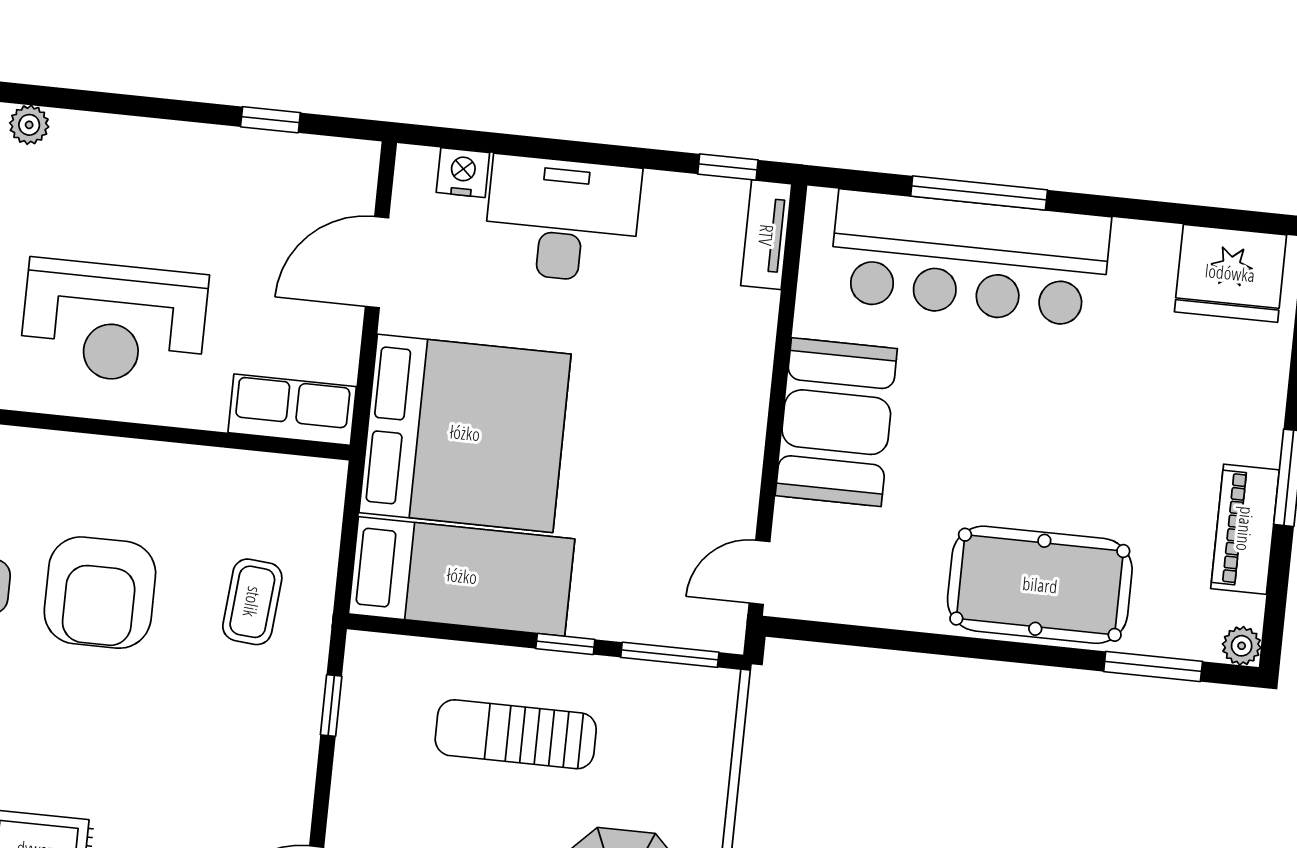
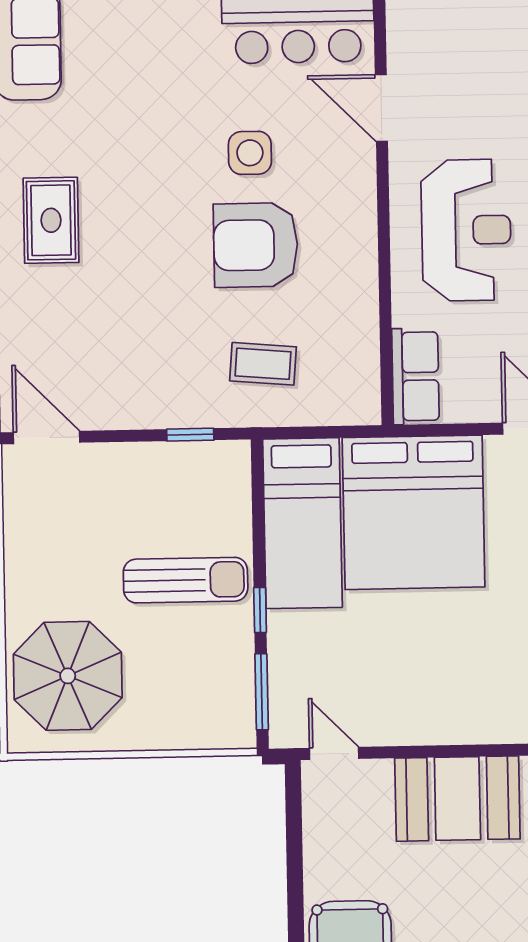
reception desk: (114, 322) -> (466, 230), turned 180
sun lounger: (516, 734) -> (186, 580), turned 90

